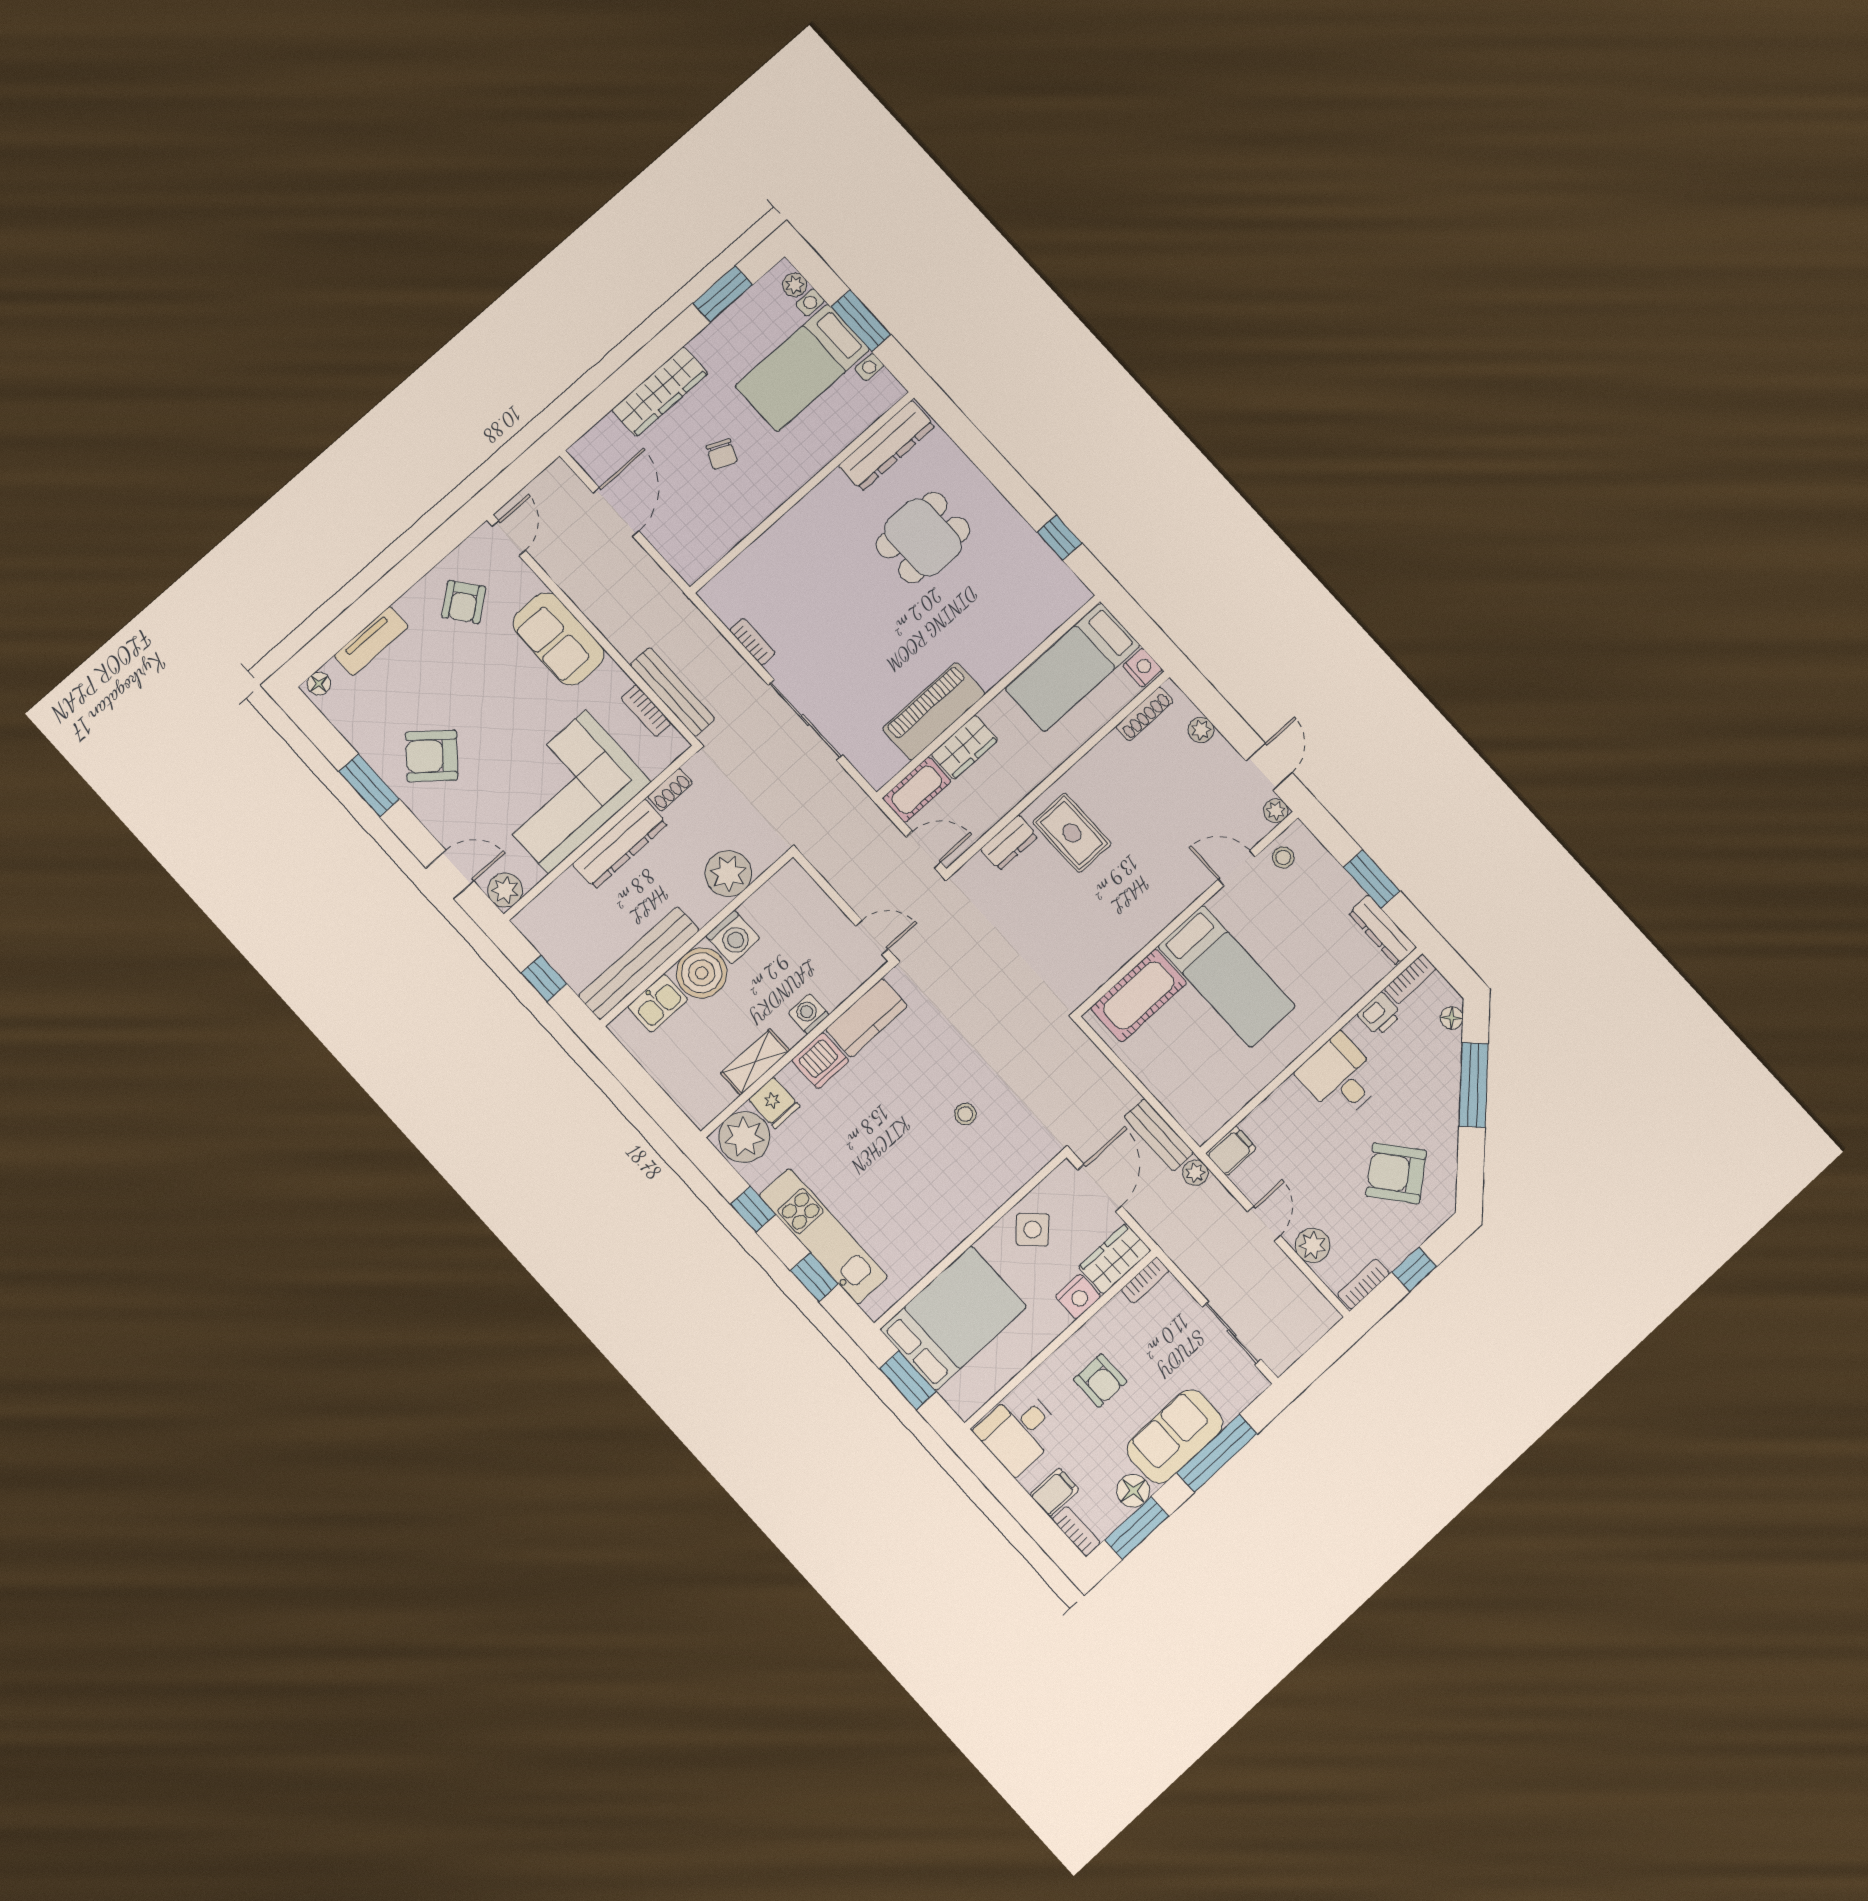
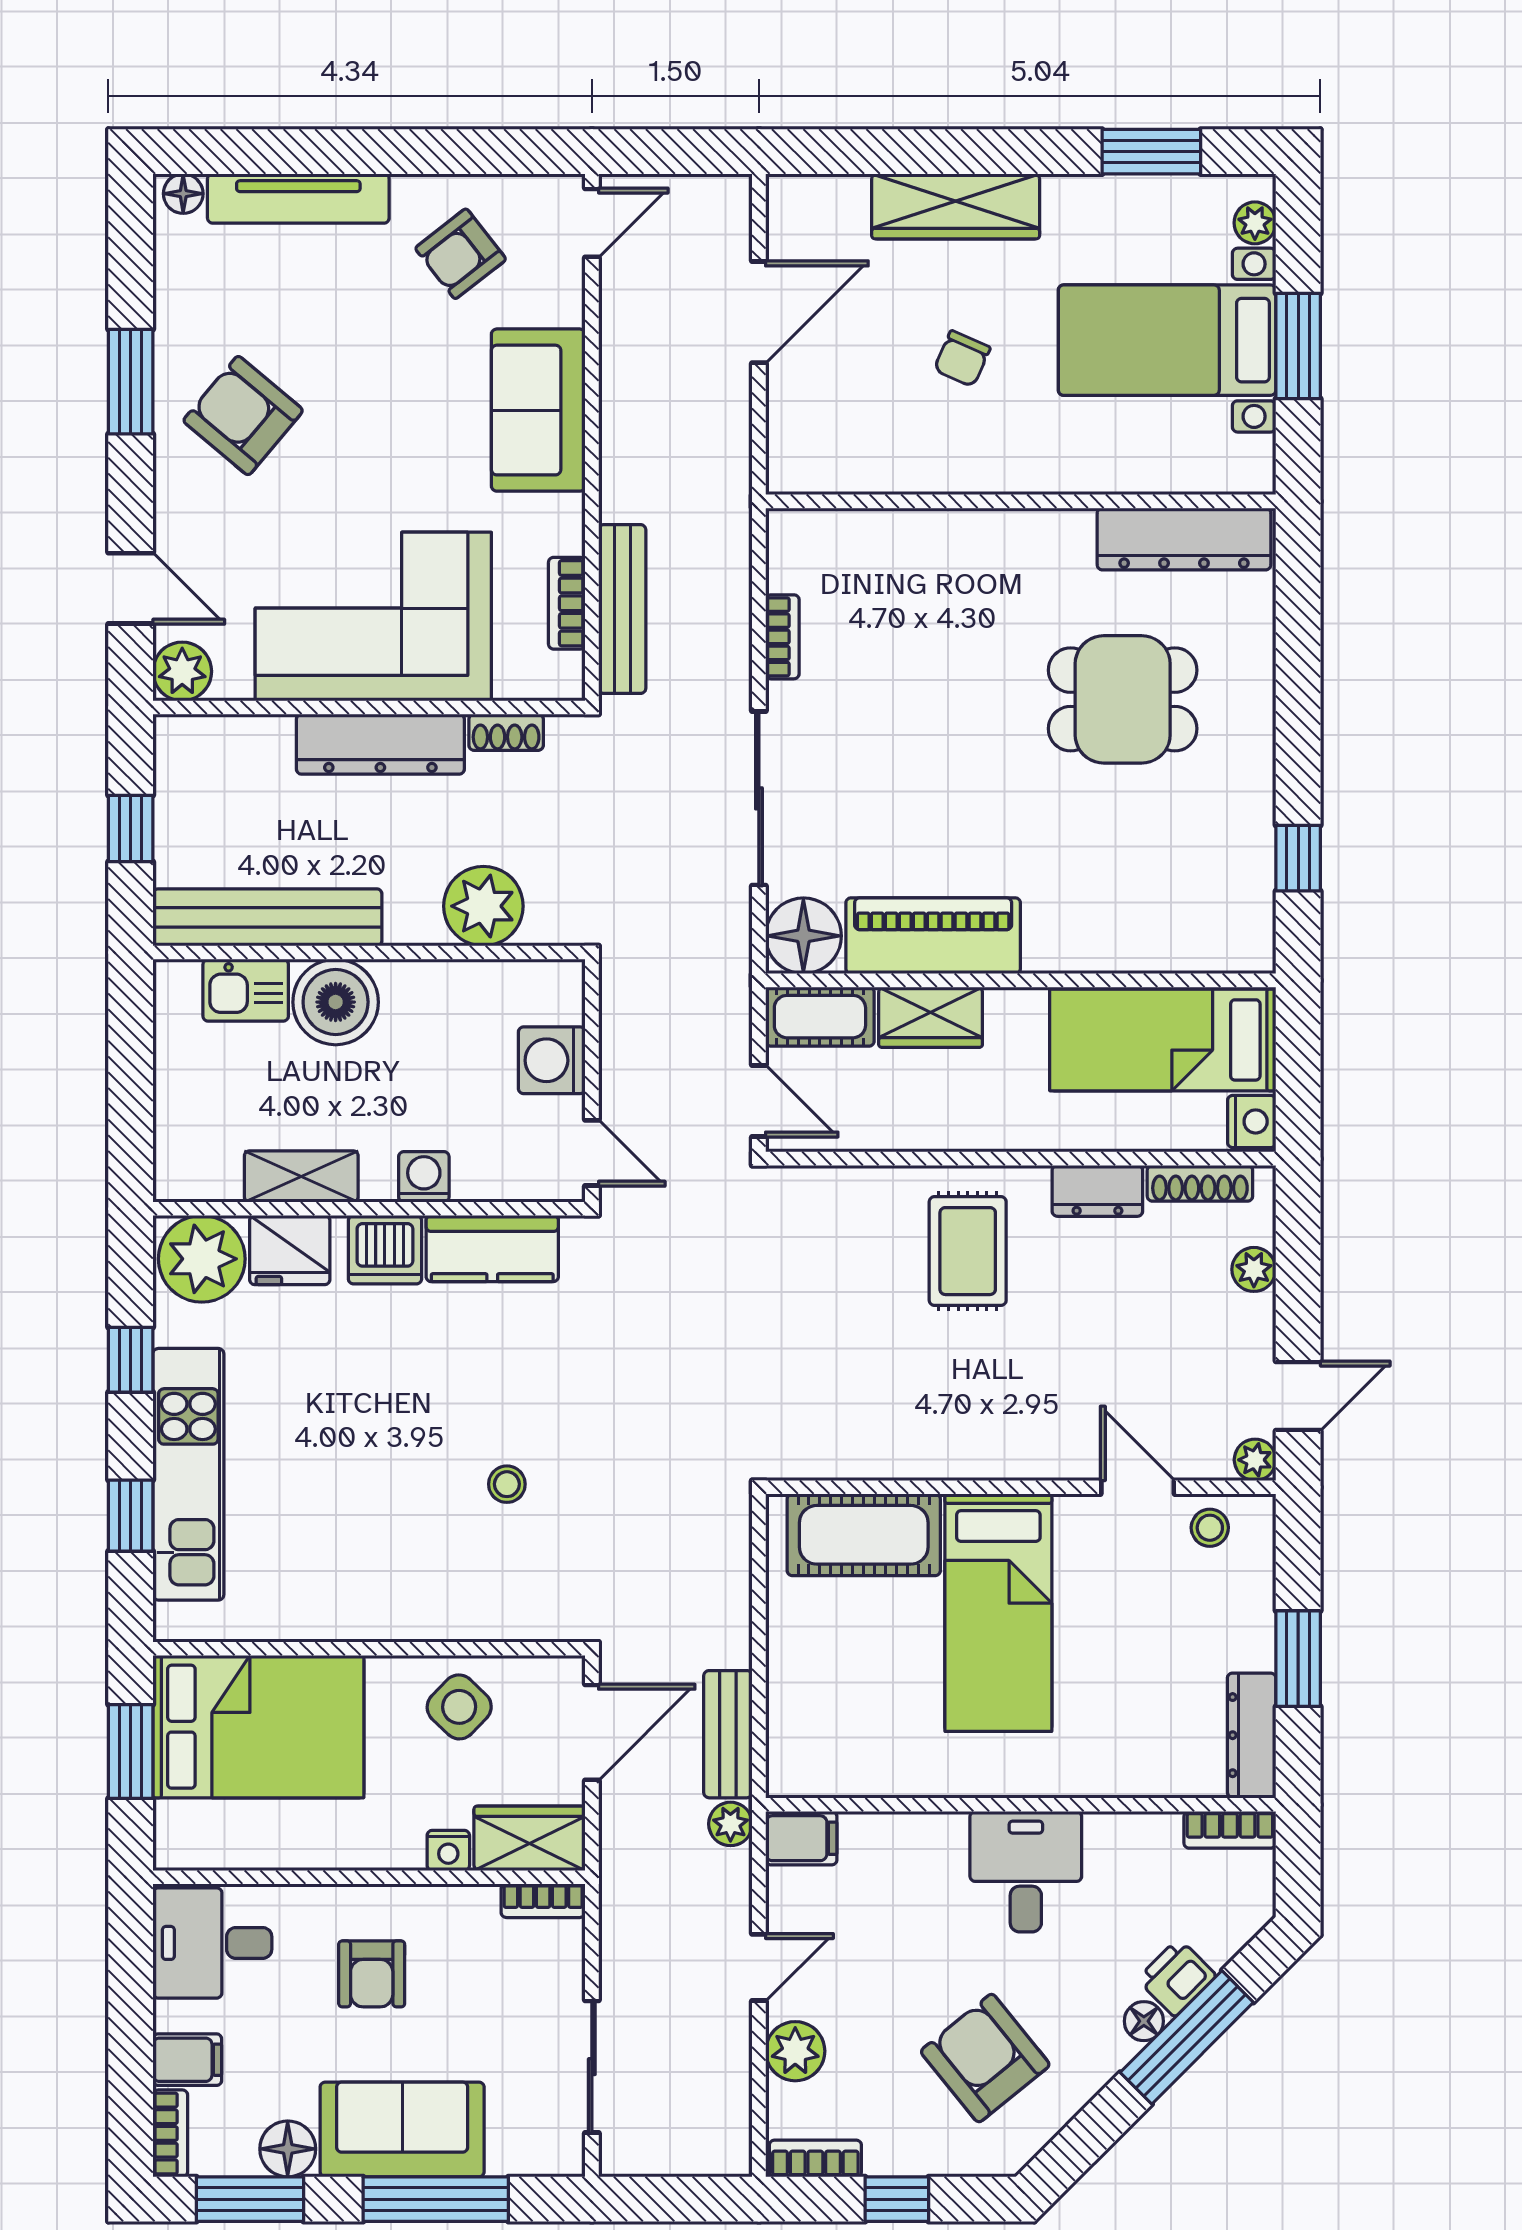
tv unit: (371, 641) -> (298, 198), width x1.41
floor lamp: (878, 762) -> (803, 936), added
dresser: (1009, 843) -> (1097, 1191), moved
washing machine: (733, 937) -> (552, 1060), moved, turned 90
printer: (1380, 1014) -> (1177, 1977), moved, turned 135
floor lamp: (1452, 1018) -> (1144, 2021), moved
fridge: (774, 1103) -> (290, 1250), width x1.38
nightstand: (1078, 1296) -> (448, 1850), width x0.72, depth x0.74

